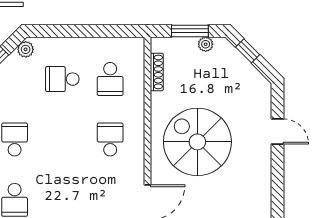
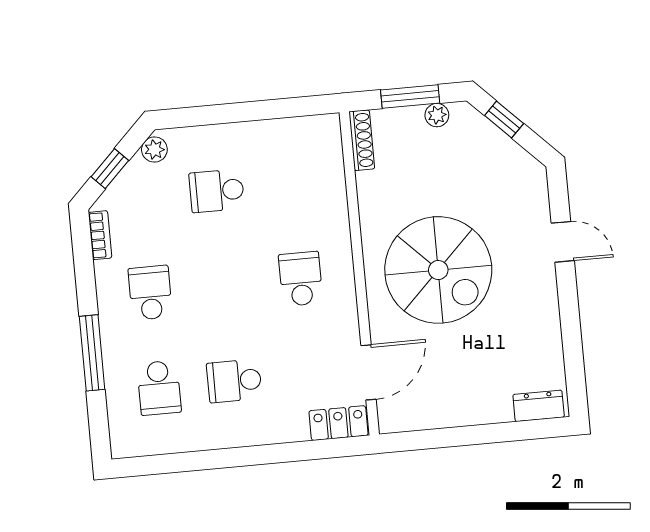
shoe rack: (157, 72) -> (362, 140), moved
school desk: (110, 79) -> (234, 381), moved, turned 90
spiral stairs: (197, 142) -> (438, 270), turned 180

